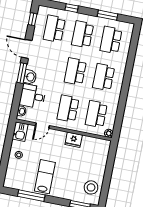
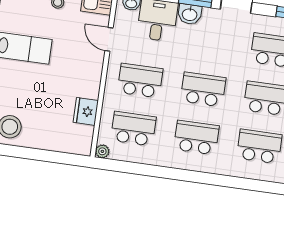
fridge: (74, 140) -> (86, 111), moved

